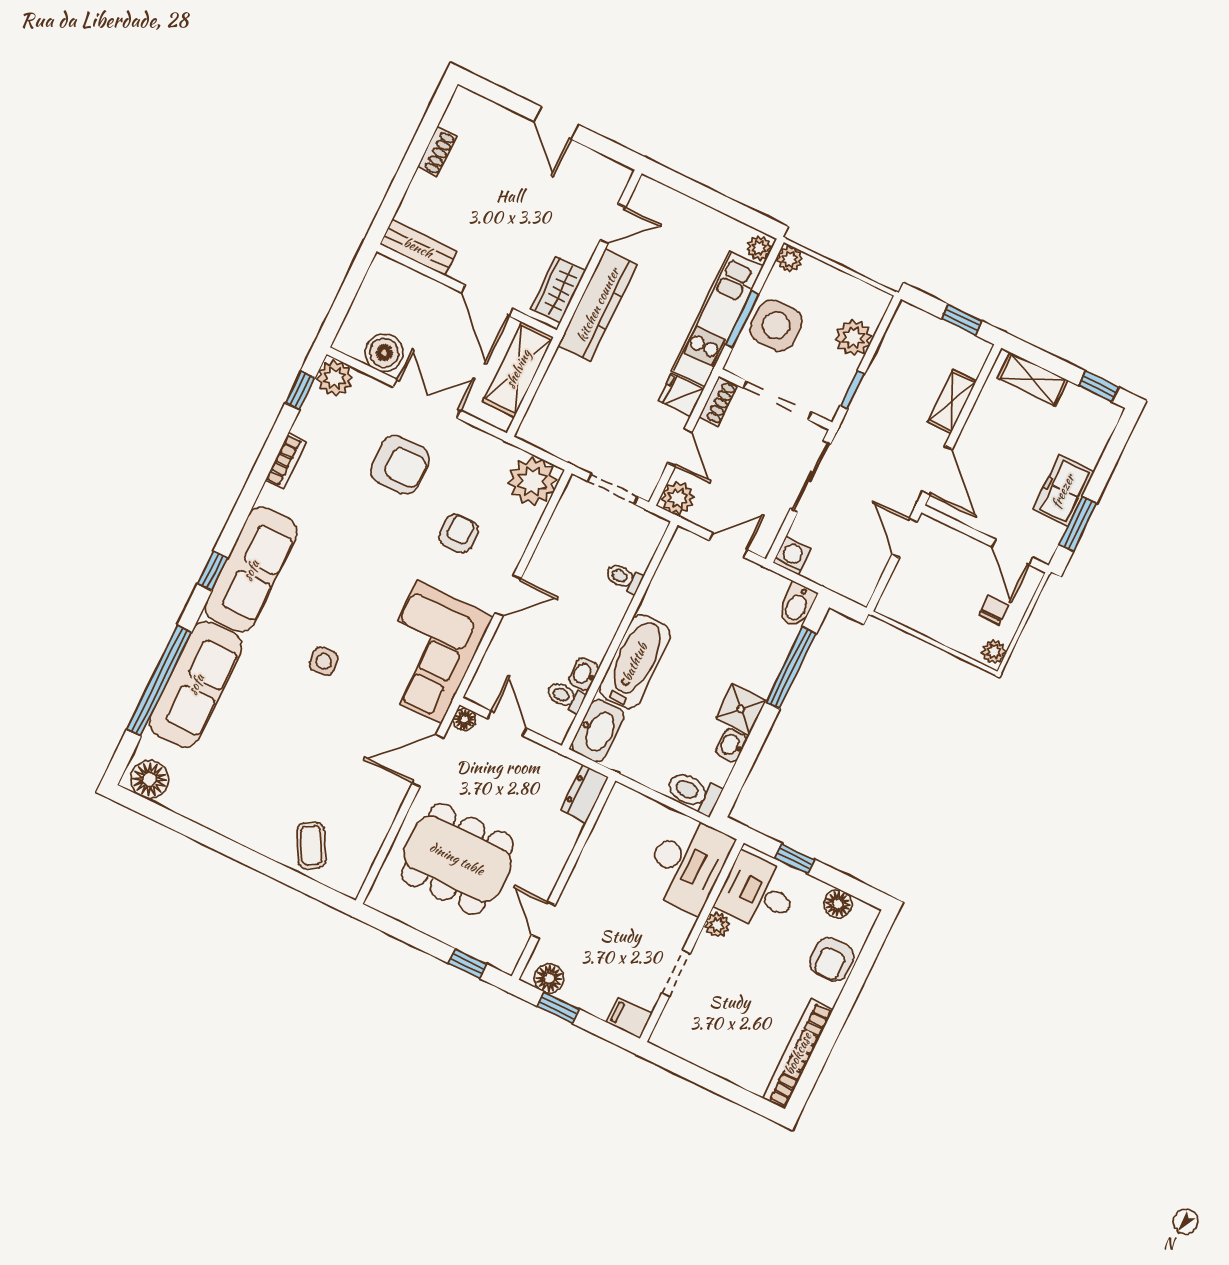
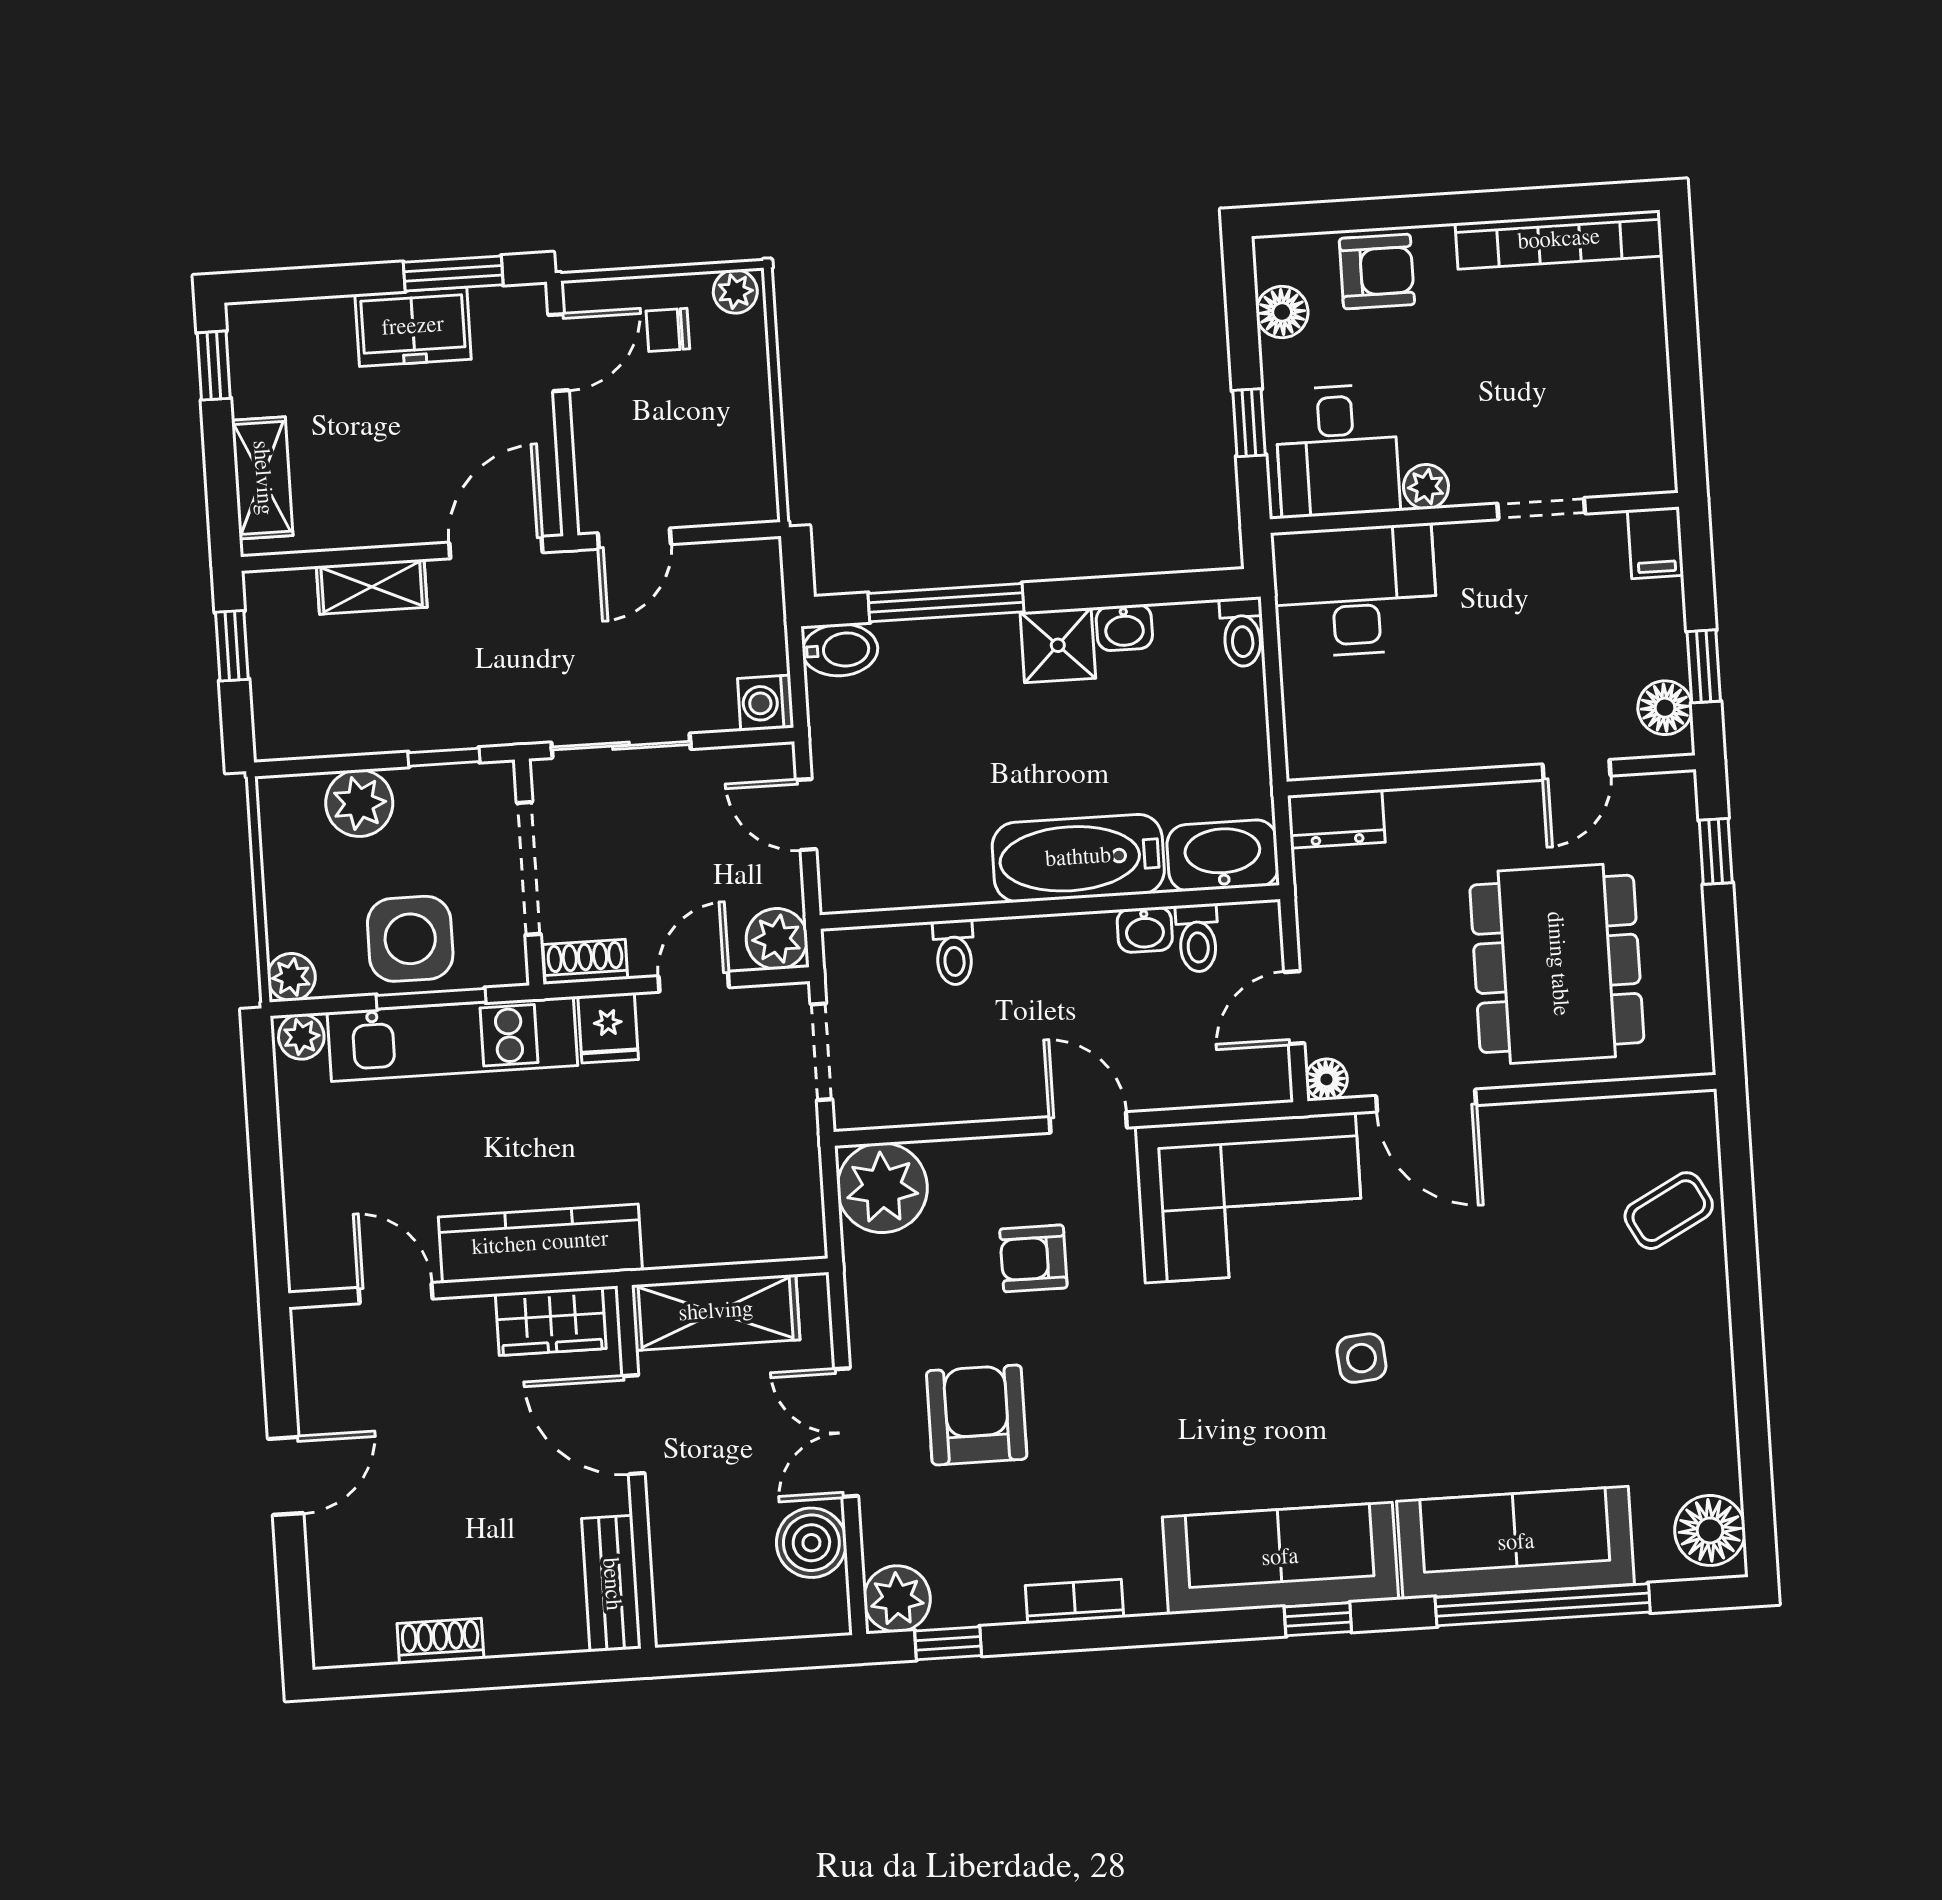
door: (487, 301) -> (634, 1425), swing flipped
toilet: (693, 792) -> (1242, 632), width x0.73, depth x0.72

